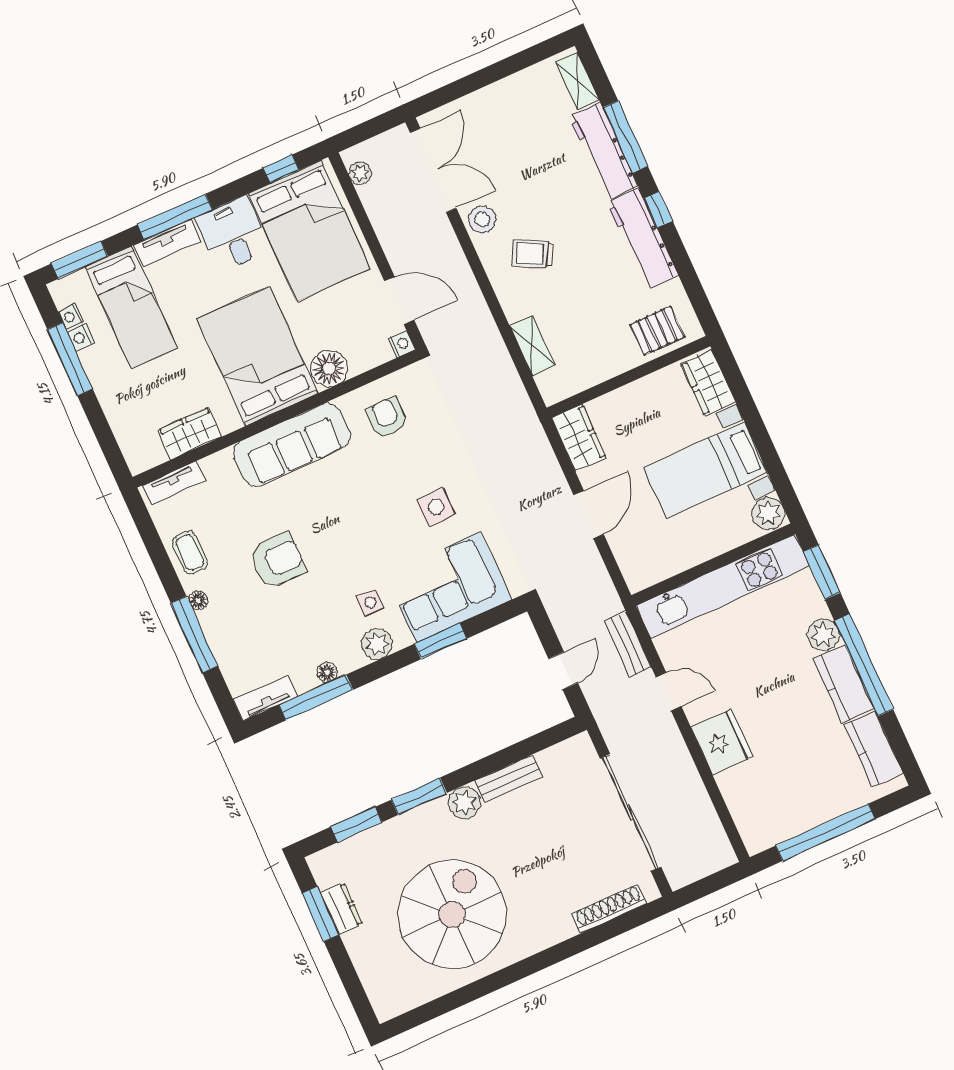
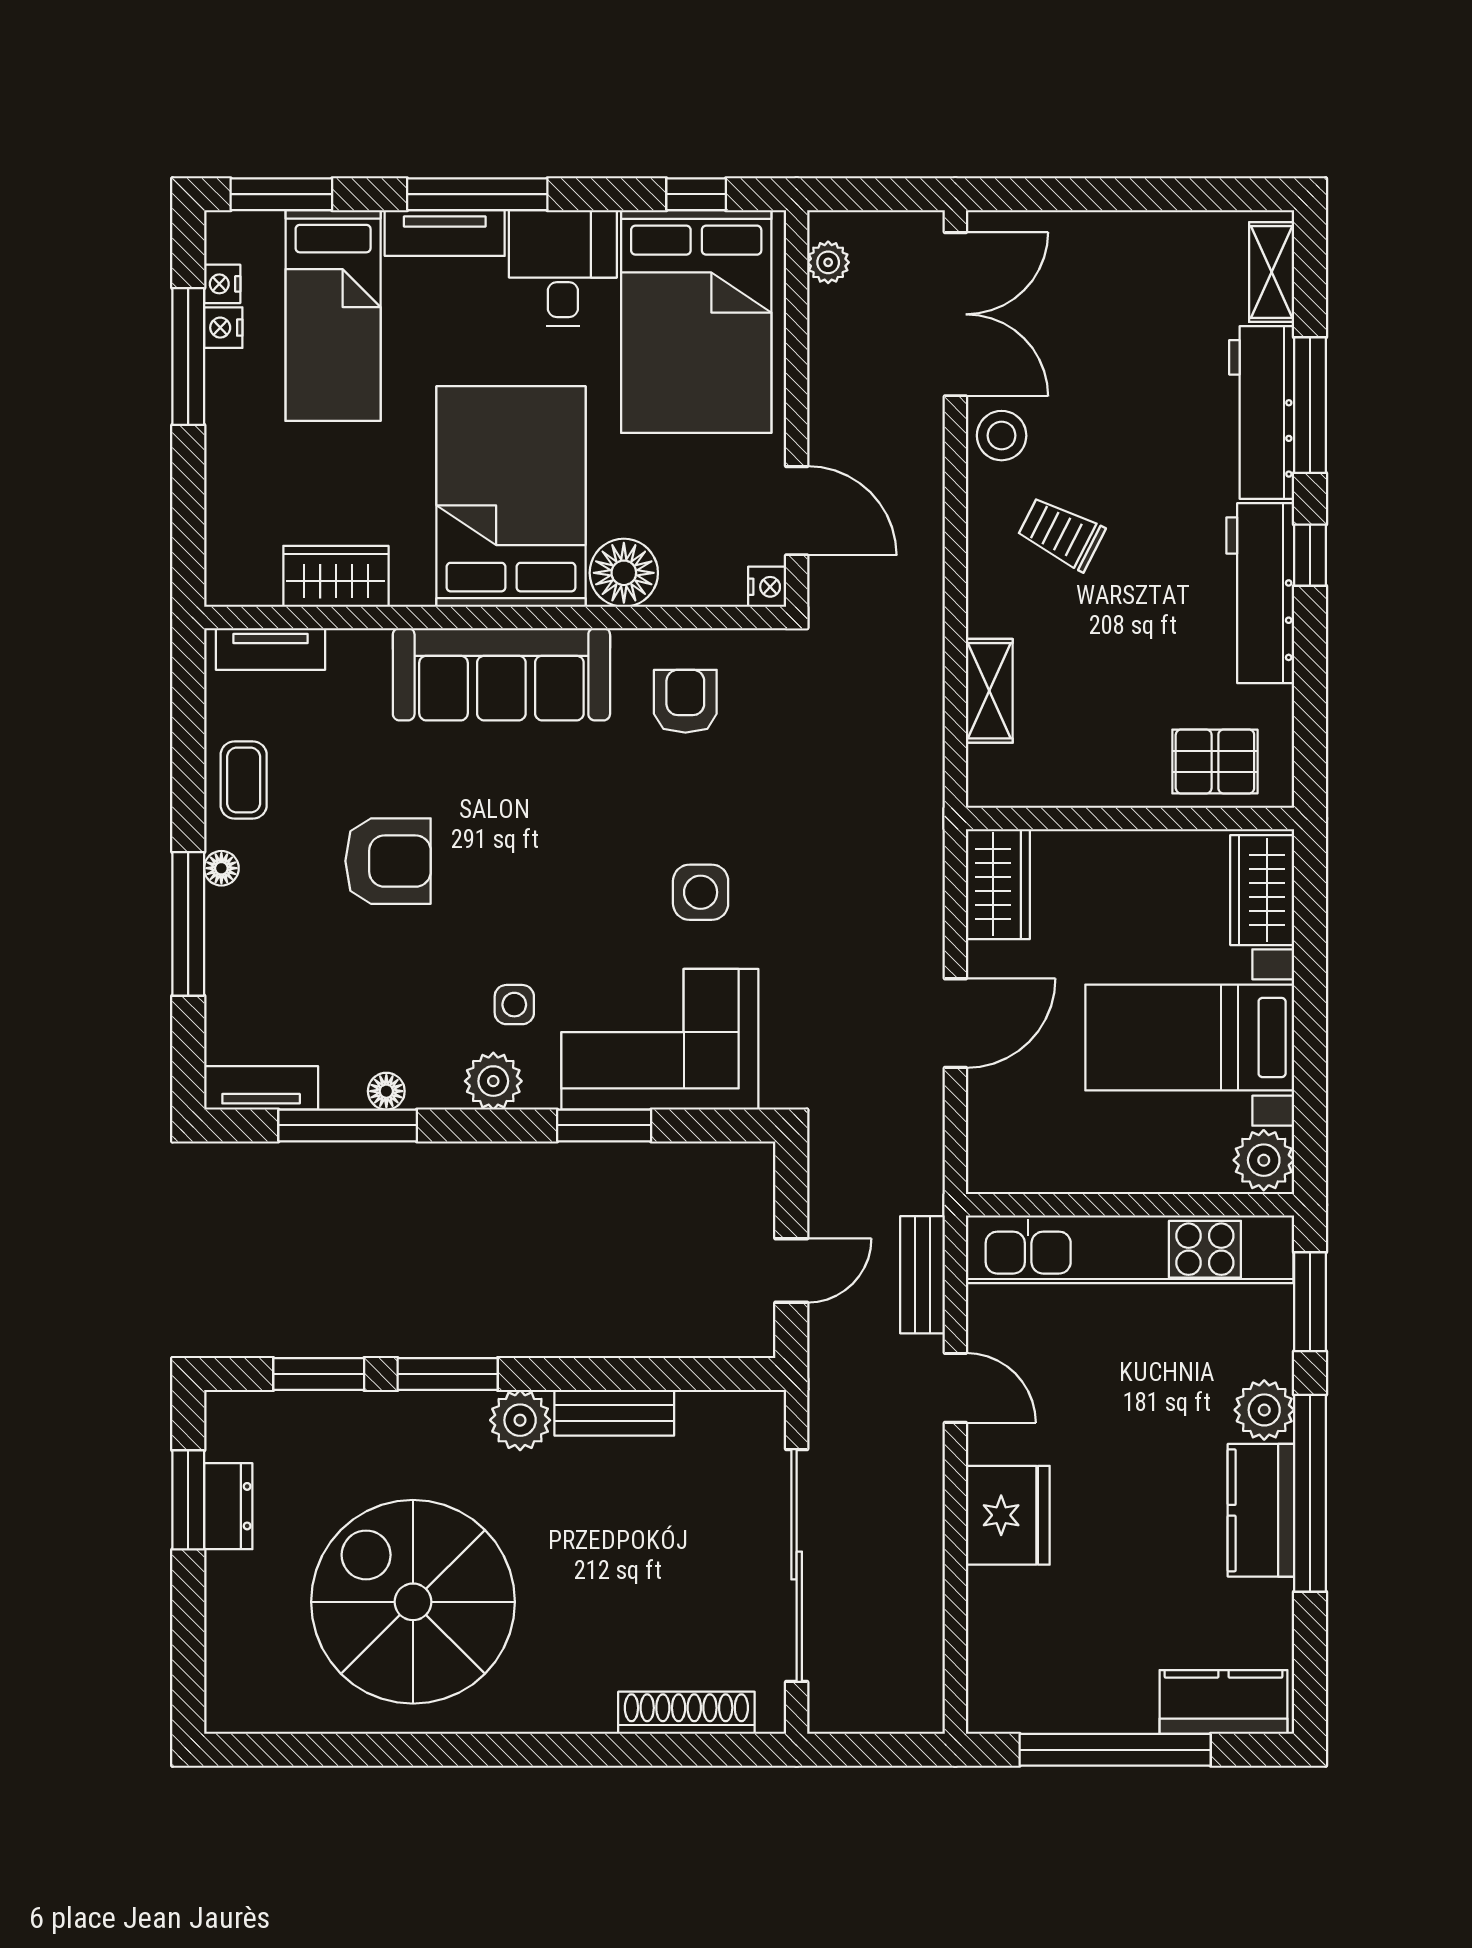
kitchen counter: (874, 749) -> (1224, 1702), moved, turned 90
spiral stairs: (452, 914) -> (413, 1602), turned -90

